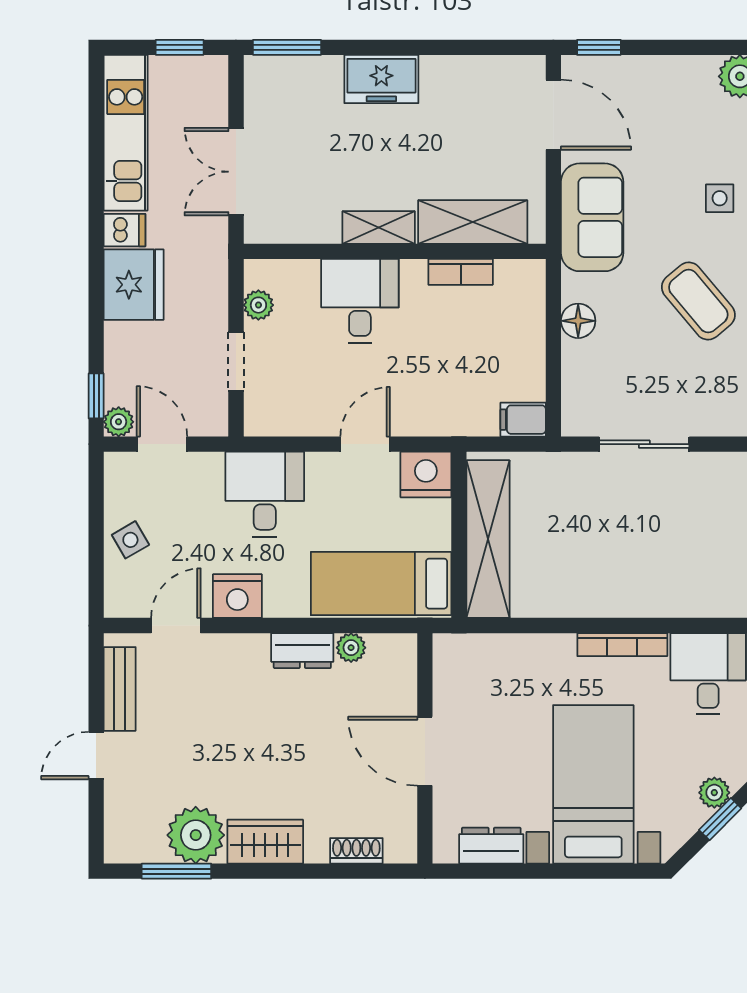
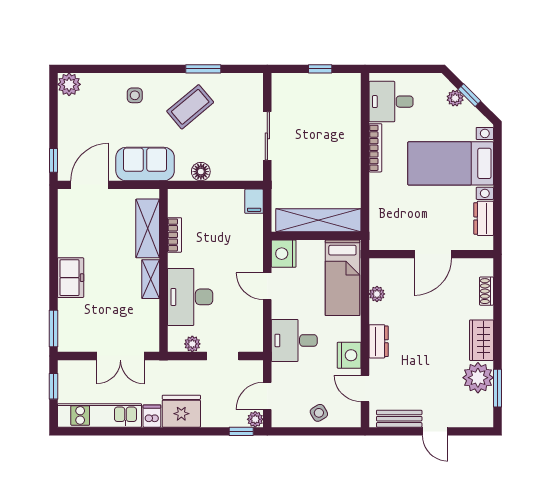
desk: (360, 301) -> (190, 297), width x1.37
dresser: (302, 651) -> (379, 341), moved

